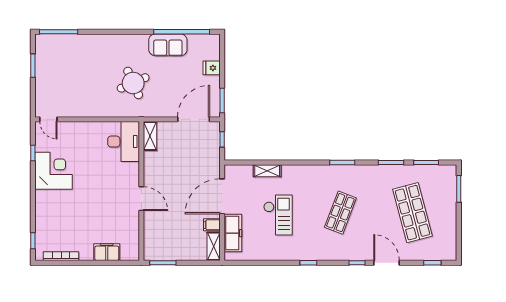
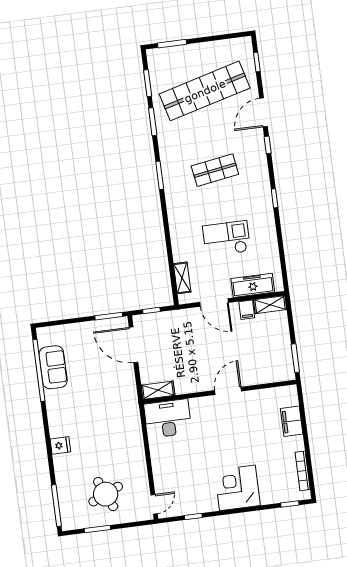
sofa: (168, 45) -> (53, 367), moved
fridge: (212, 68) -> (60, 445), moved, turned -90
round table: (133, 83) -> (106, 494), moved
corner desk: (53, 171) -> (237, 488), moved
shelving: (267, 171) -> (182, 278), moved
door: (222, 196) -> (214, 302), width x0.73
shop shelf: (340, 213) -> (215, 170), turned -30
shop shelf: (413, 213) -> (205, 91), width x1.40

